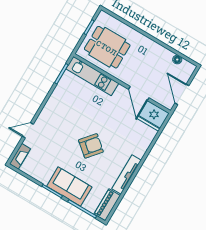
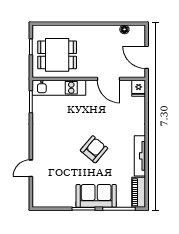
fridge: (153, 116) -> (139, 88), width x0.53, depth x0.75
fireplace: (20, 156) -> (37, 195), removed

